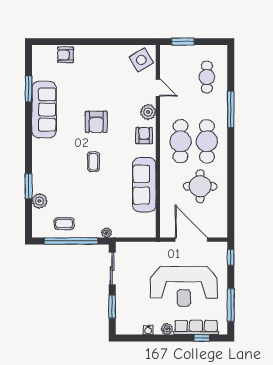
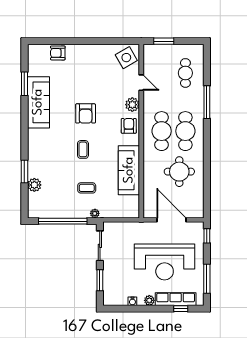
coffee table: (64, 224) -> (87, 188), moved

